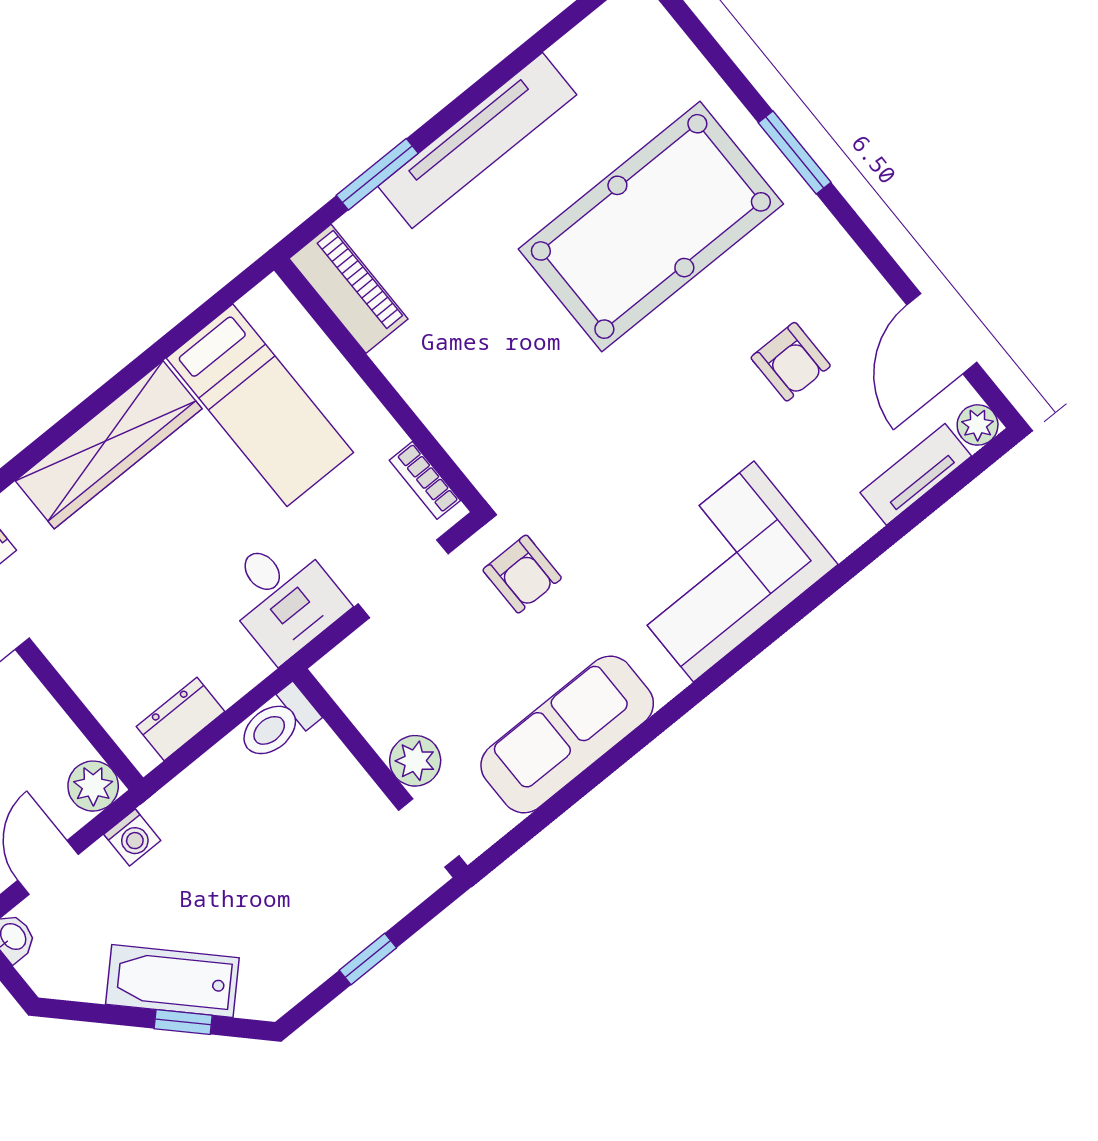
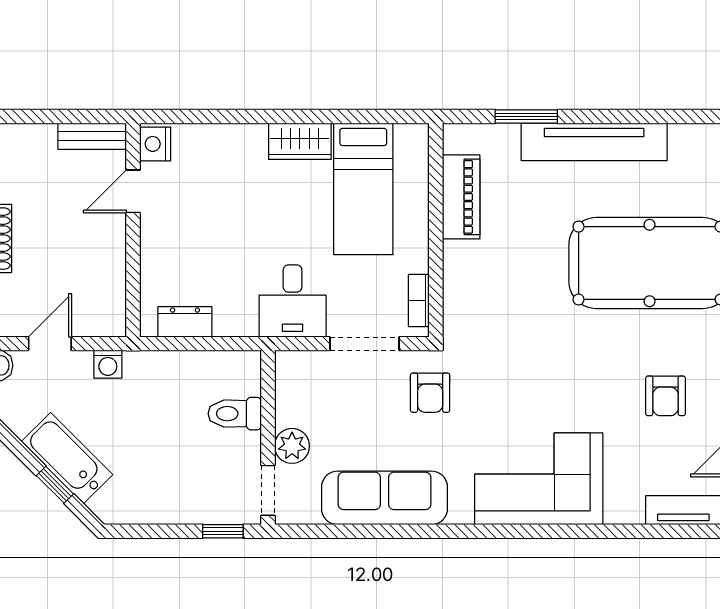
piano: (348, 289) -> (461, 197), moved
wardrobe: (109, 445) -> (300, 141), width x0.48, depth x0.85
toilet: (278, 724) -> (235, 414), moved
plant: (93, 786) -> (109, 320), removed
window: (368, 959) -> (223, 531), moved

